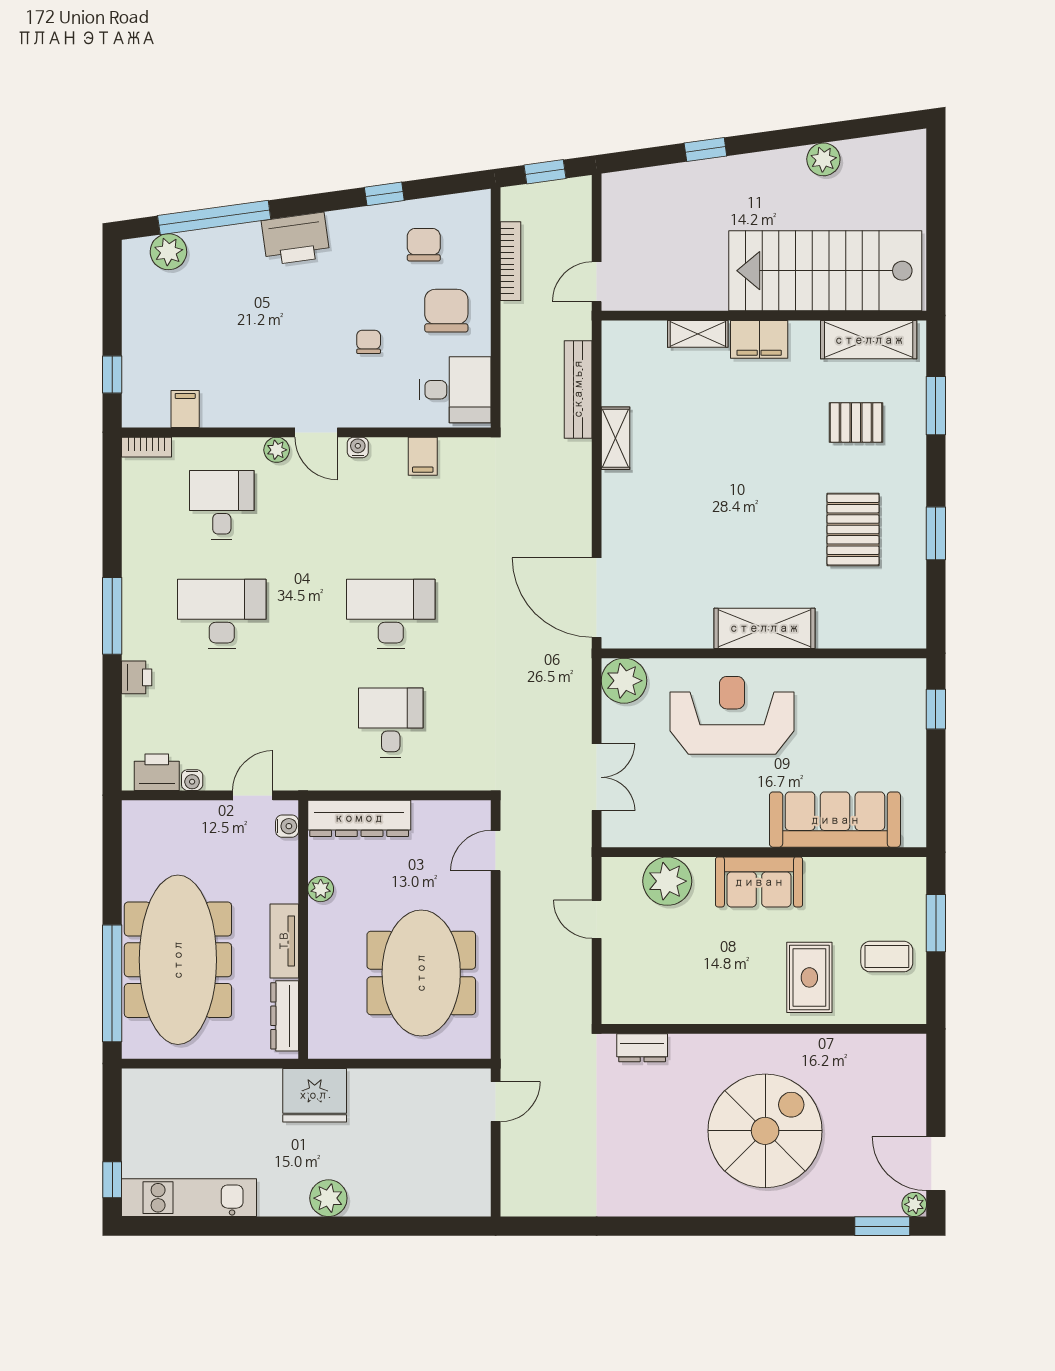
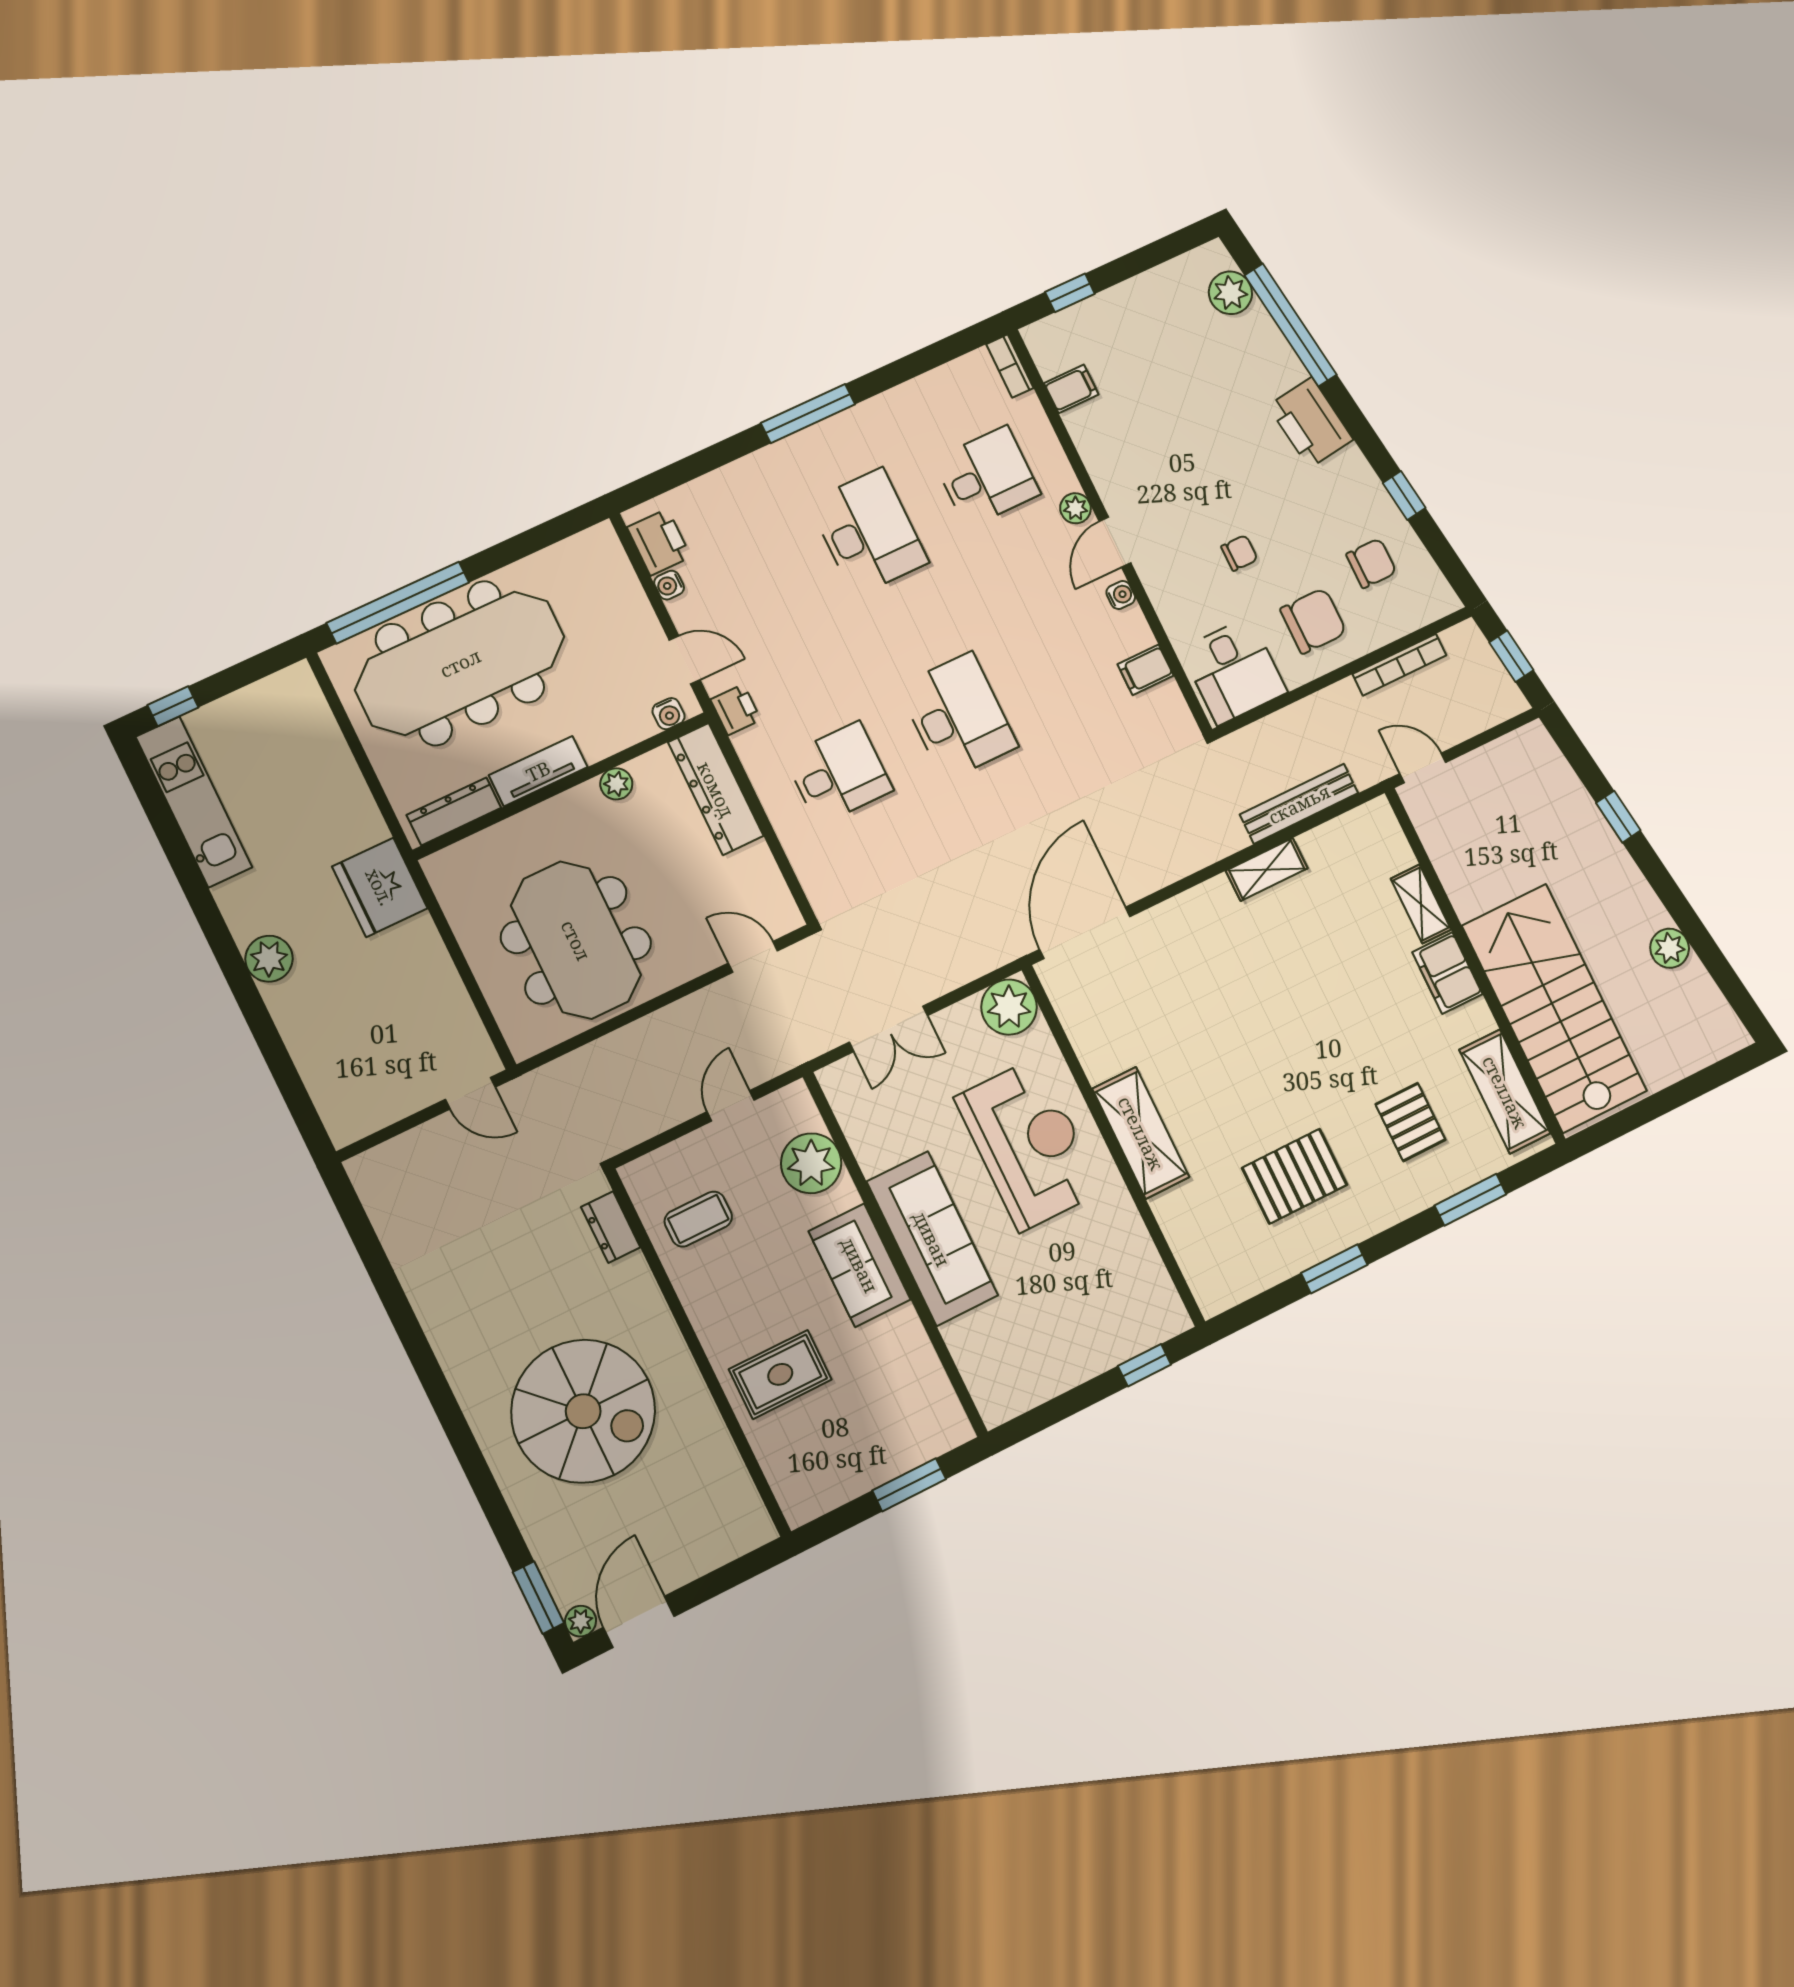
printer: (137, 677) -> (736, 710), moved, turned -90
sofa: (835, 820) -> (932, 1239), moved
coffee table: (887, 957) -> (698, 1219), moved, turned 90
meeting table: (421, 973) -> (576, 940), turned 90

